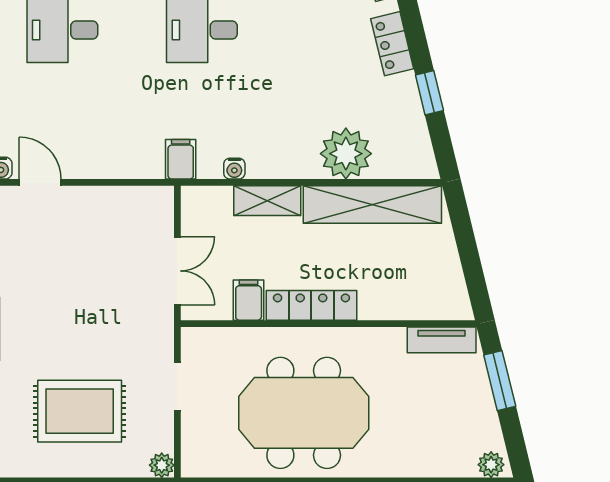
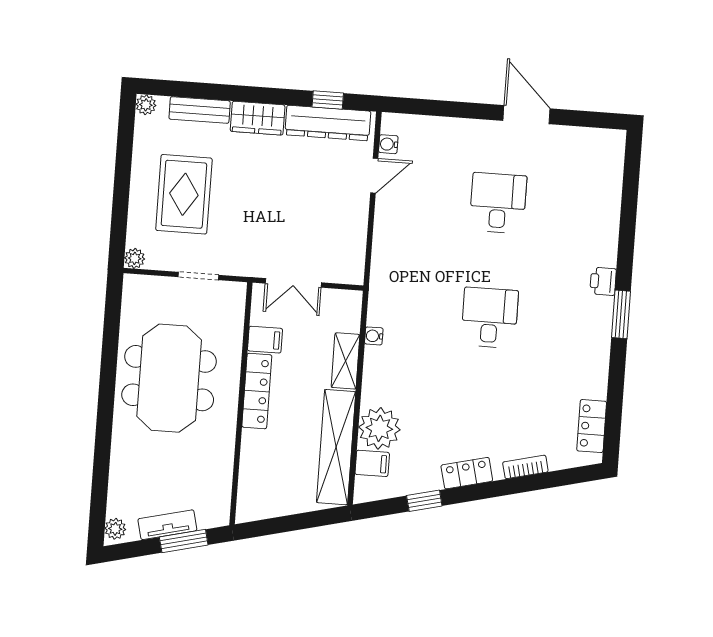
filing cabinet: (181, 159) -> (372, 463), moved
tv unit: (442, 340) -> (167, 525), moved, turned 76

